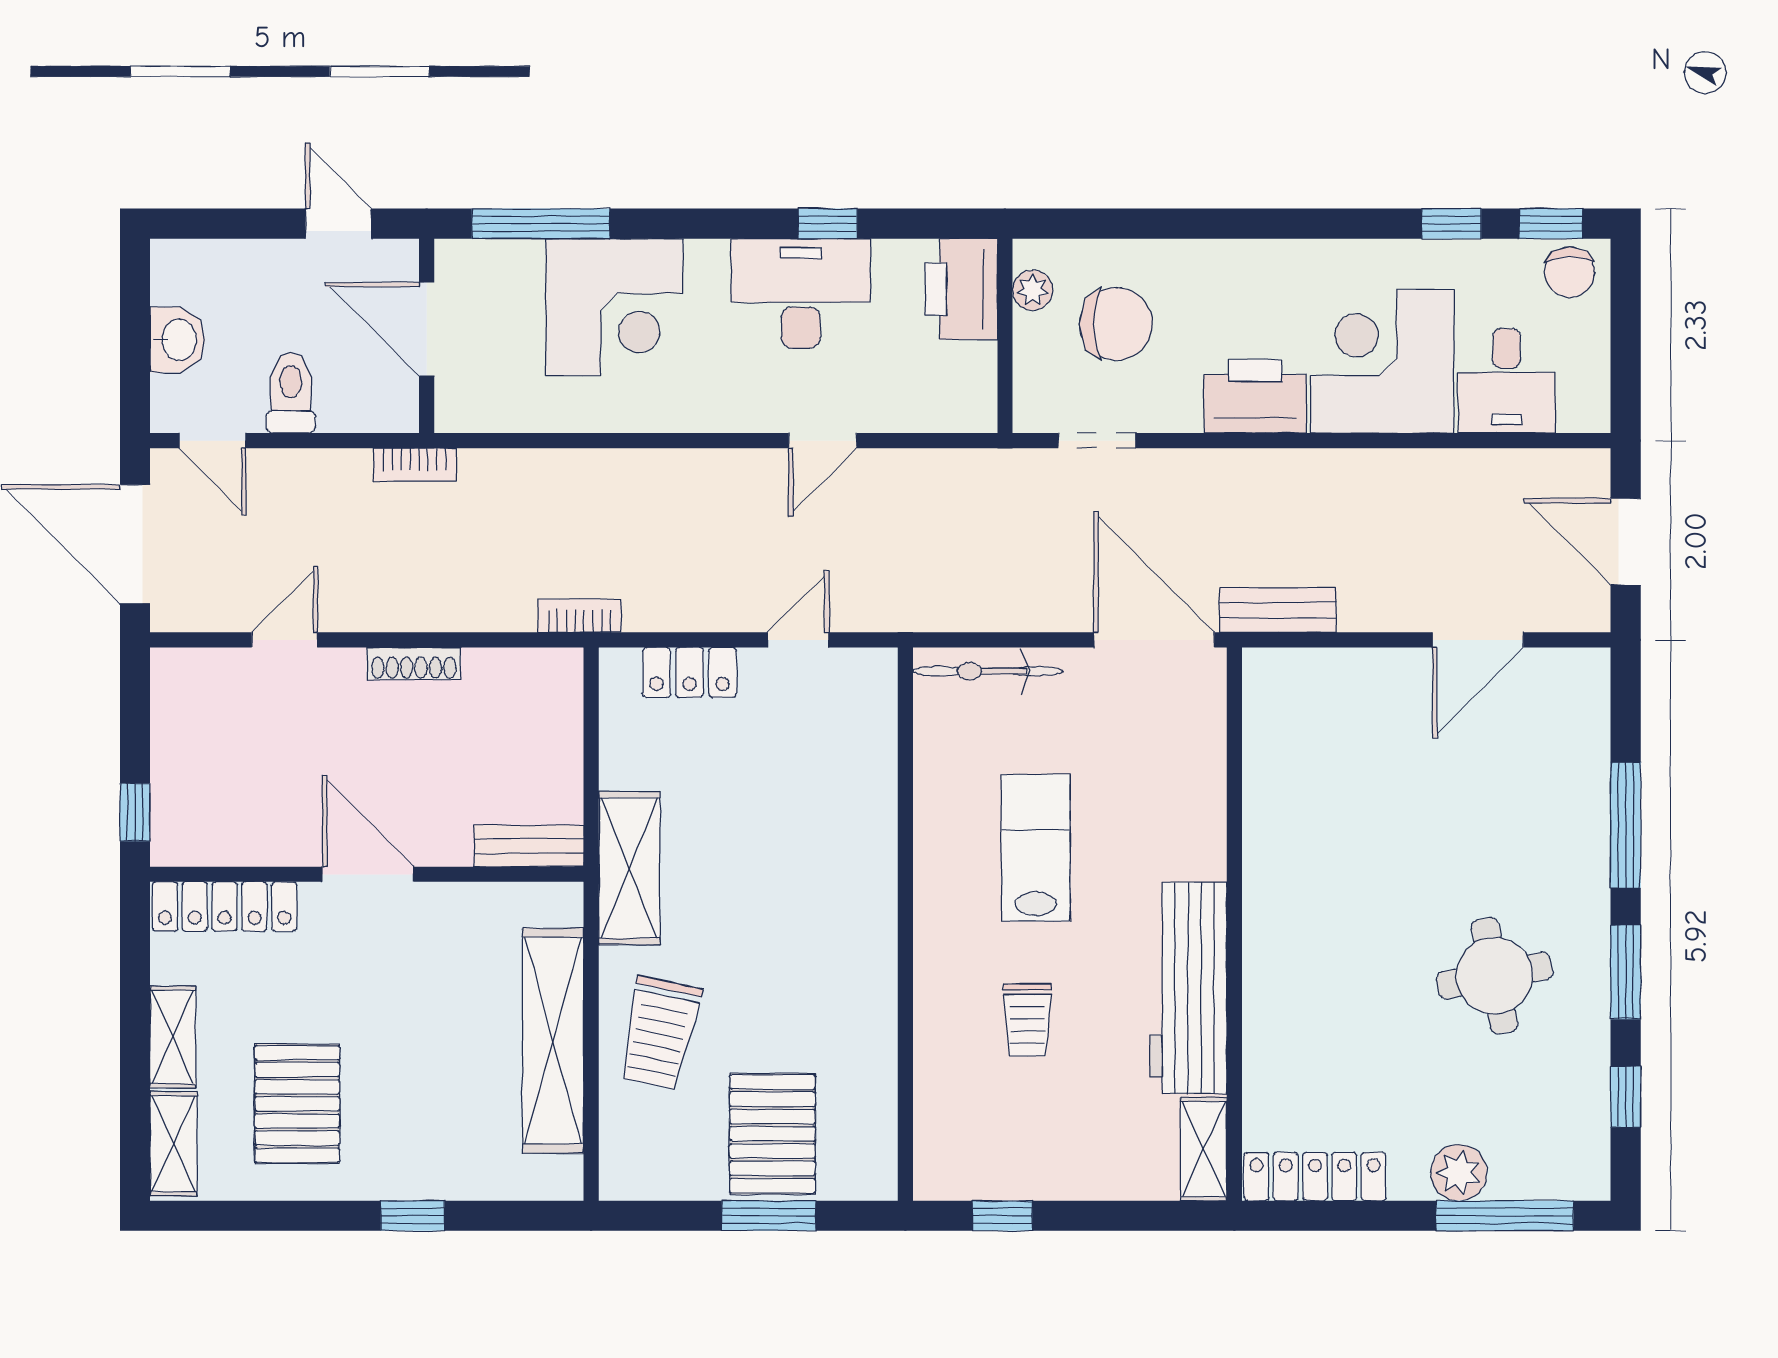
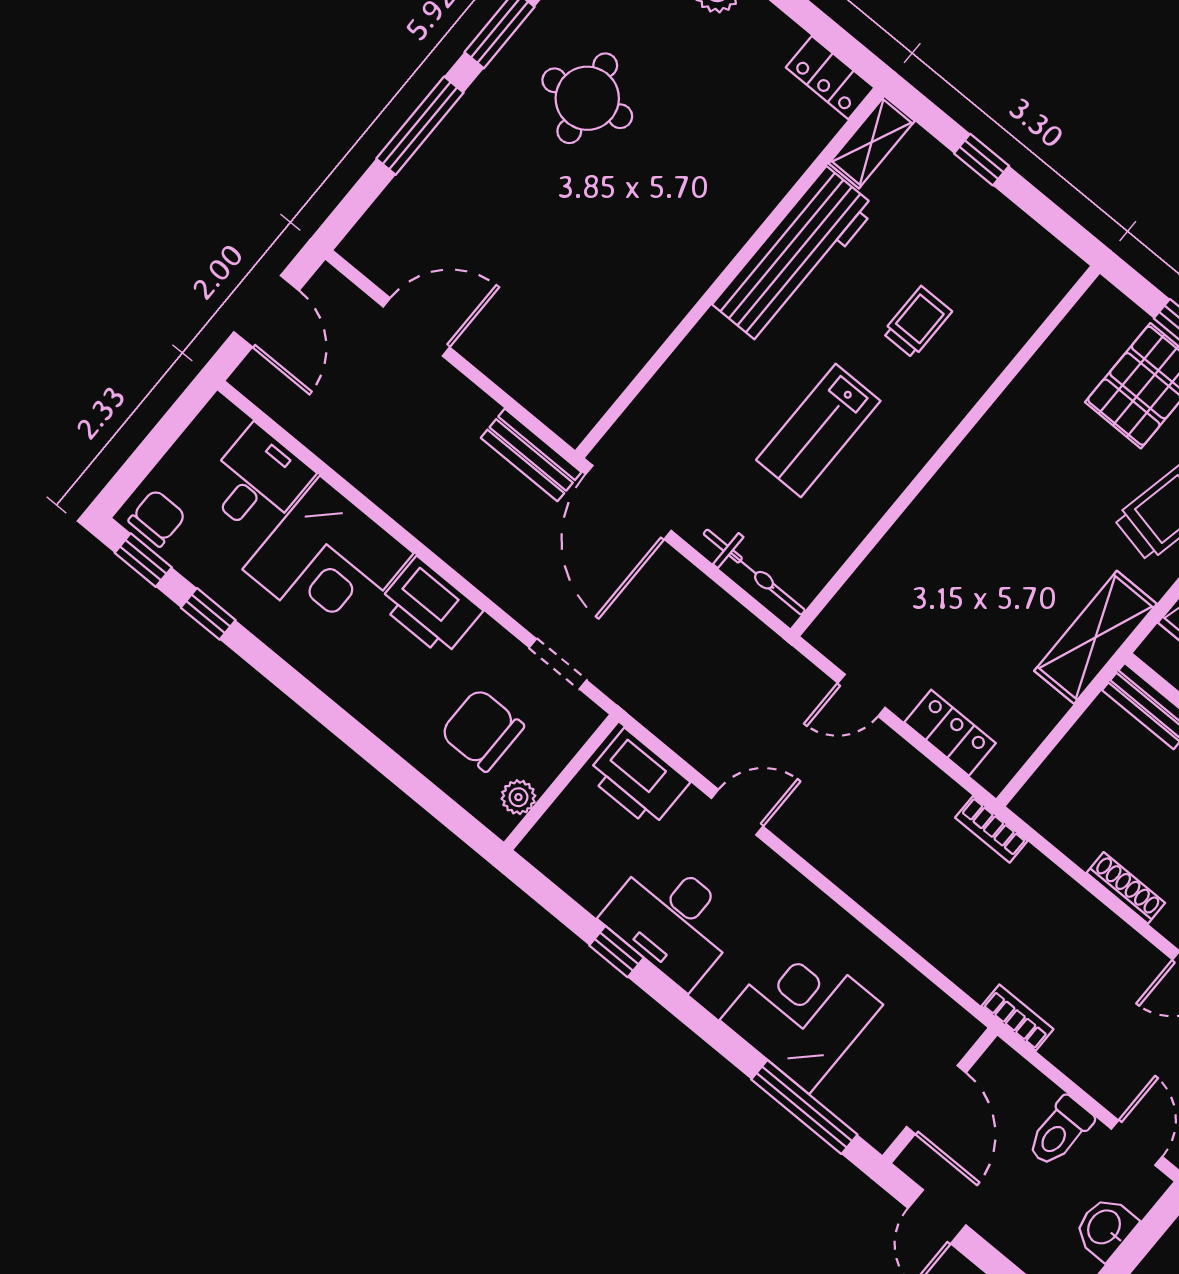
printer: (961, 289) -> (638, 778), moved, turned 90
locker: (1315, 1177) -> (830, 78), width x0.66
window: (1002, 1216) -> (982, 160), moved

